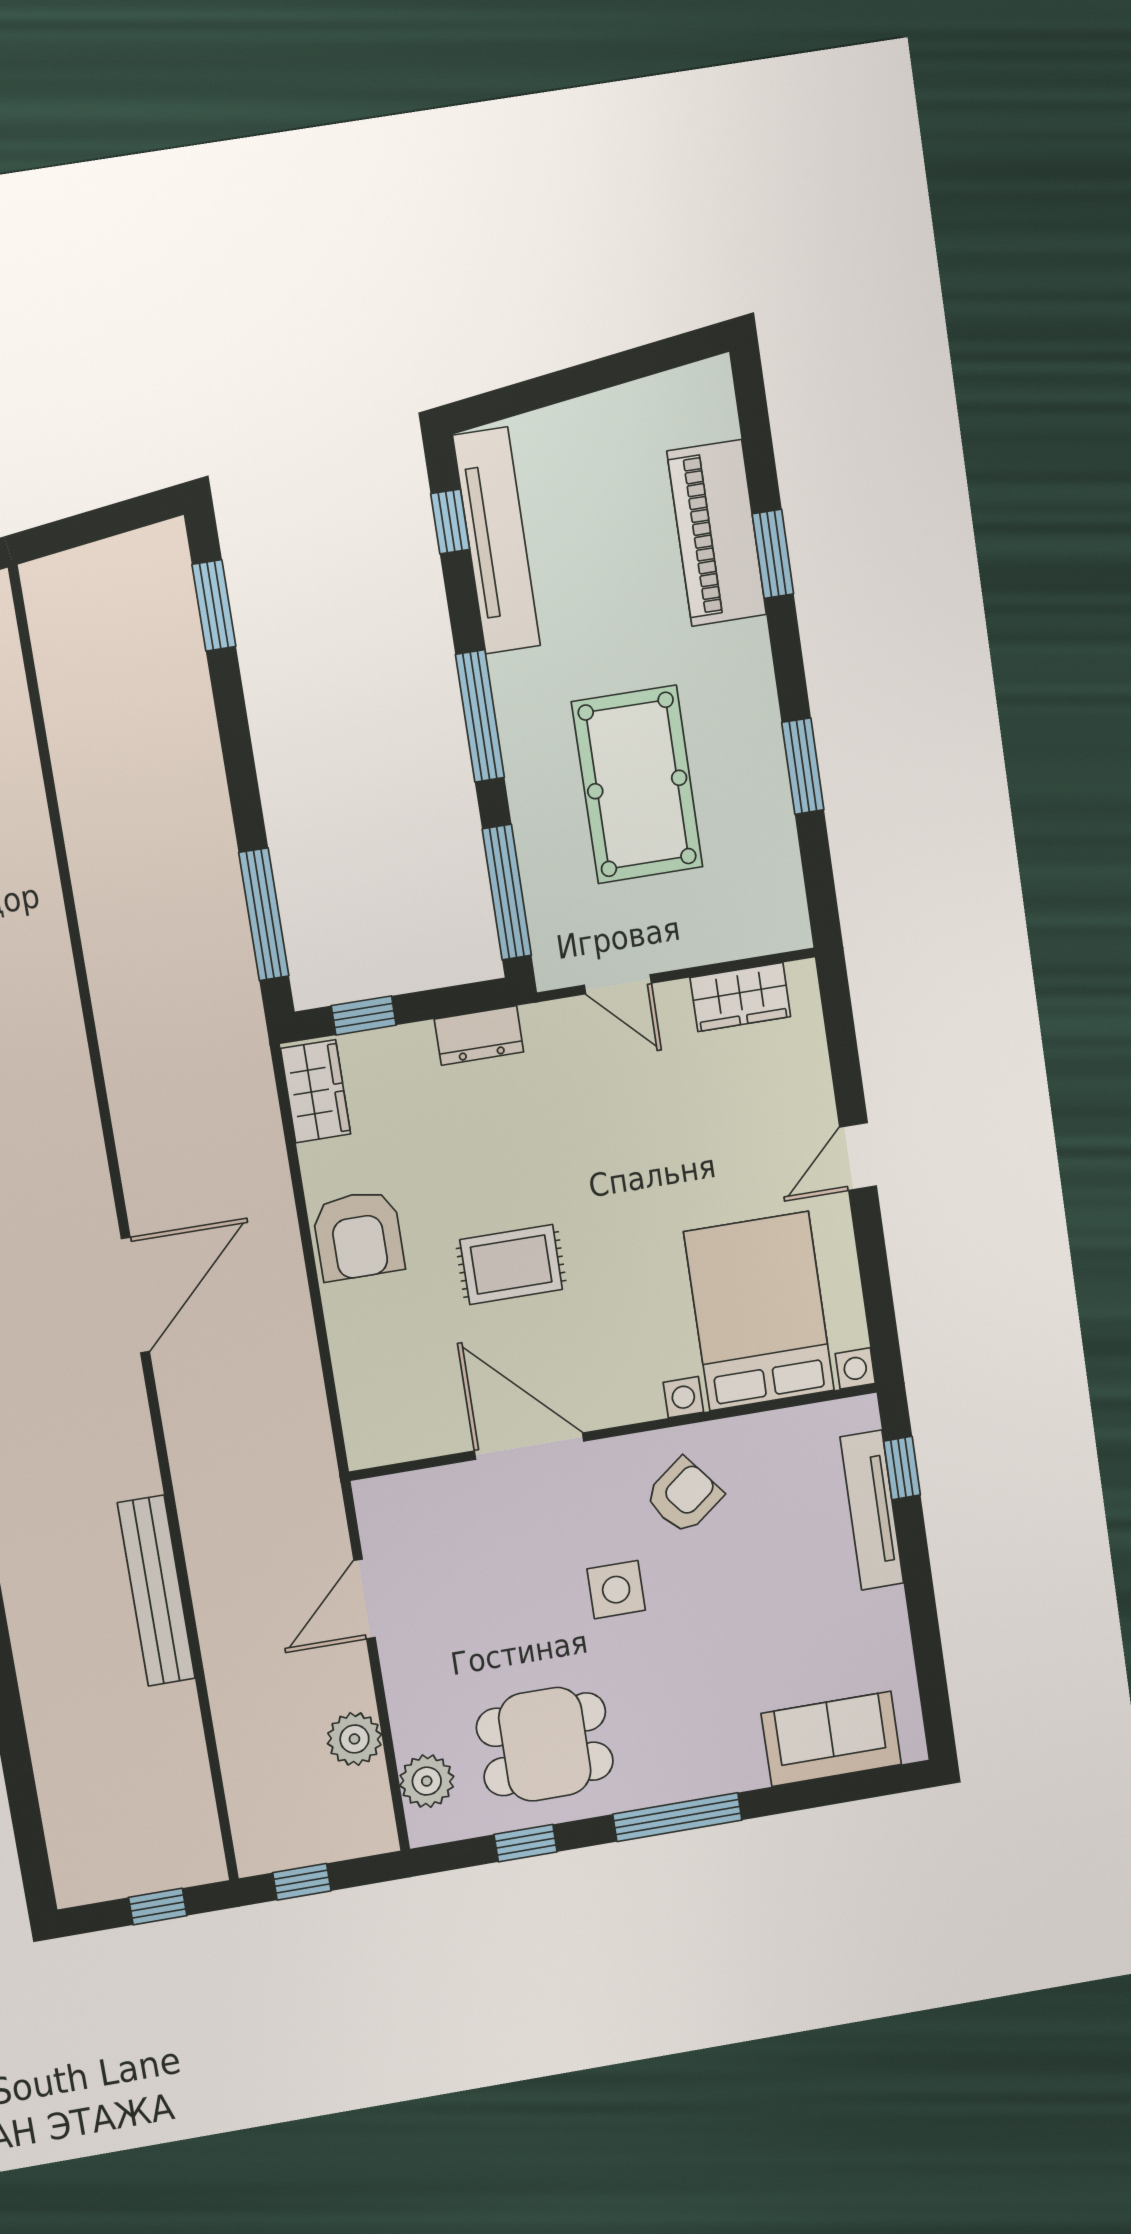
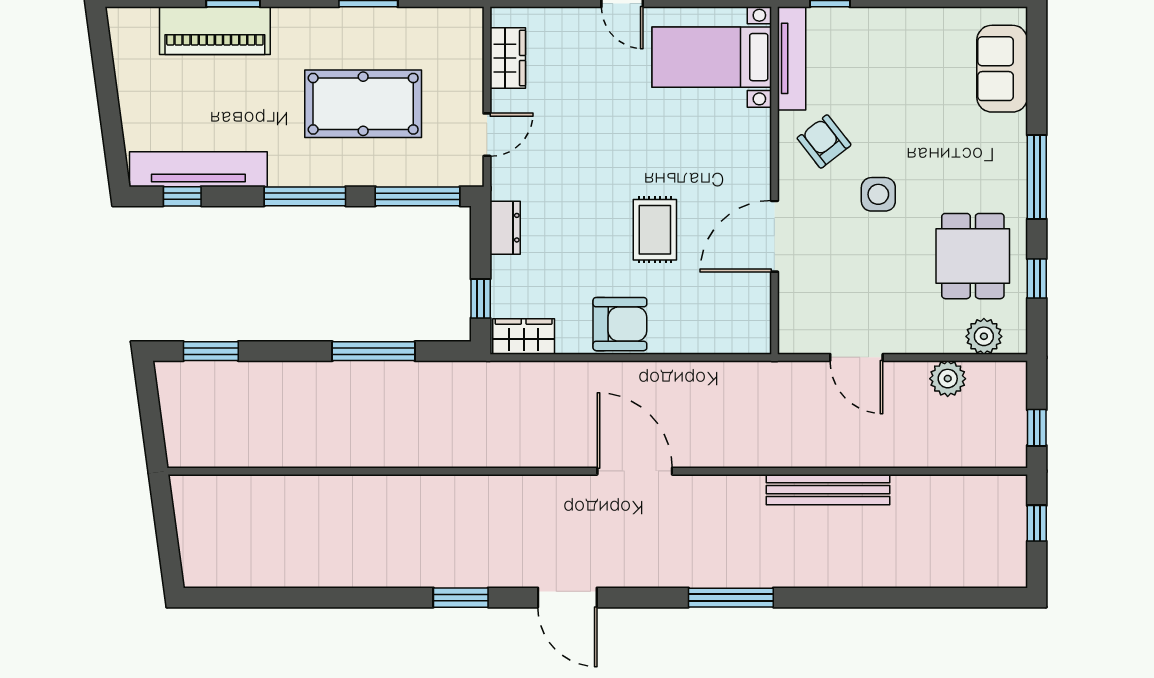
window: (264, 914) -> (374, 351), moved
bed with nightstands: (759, 1311) -> (712, 57), width x0.73
tv unit: (872, 1510) -> (792, 58), moved, turned -90

